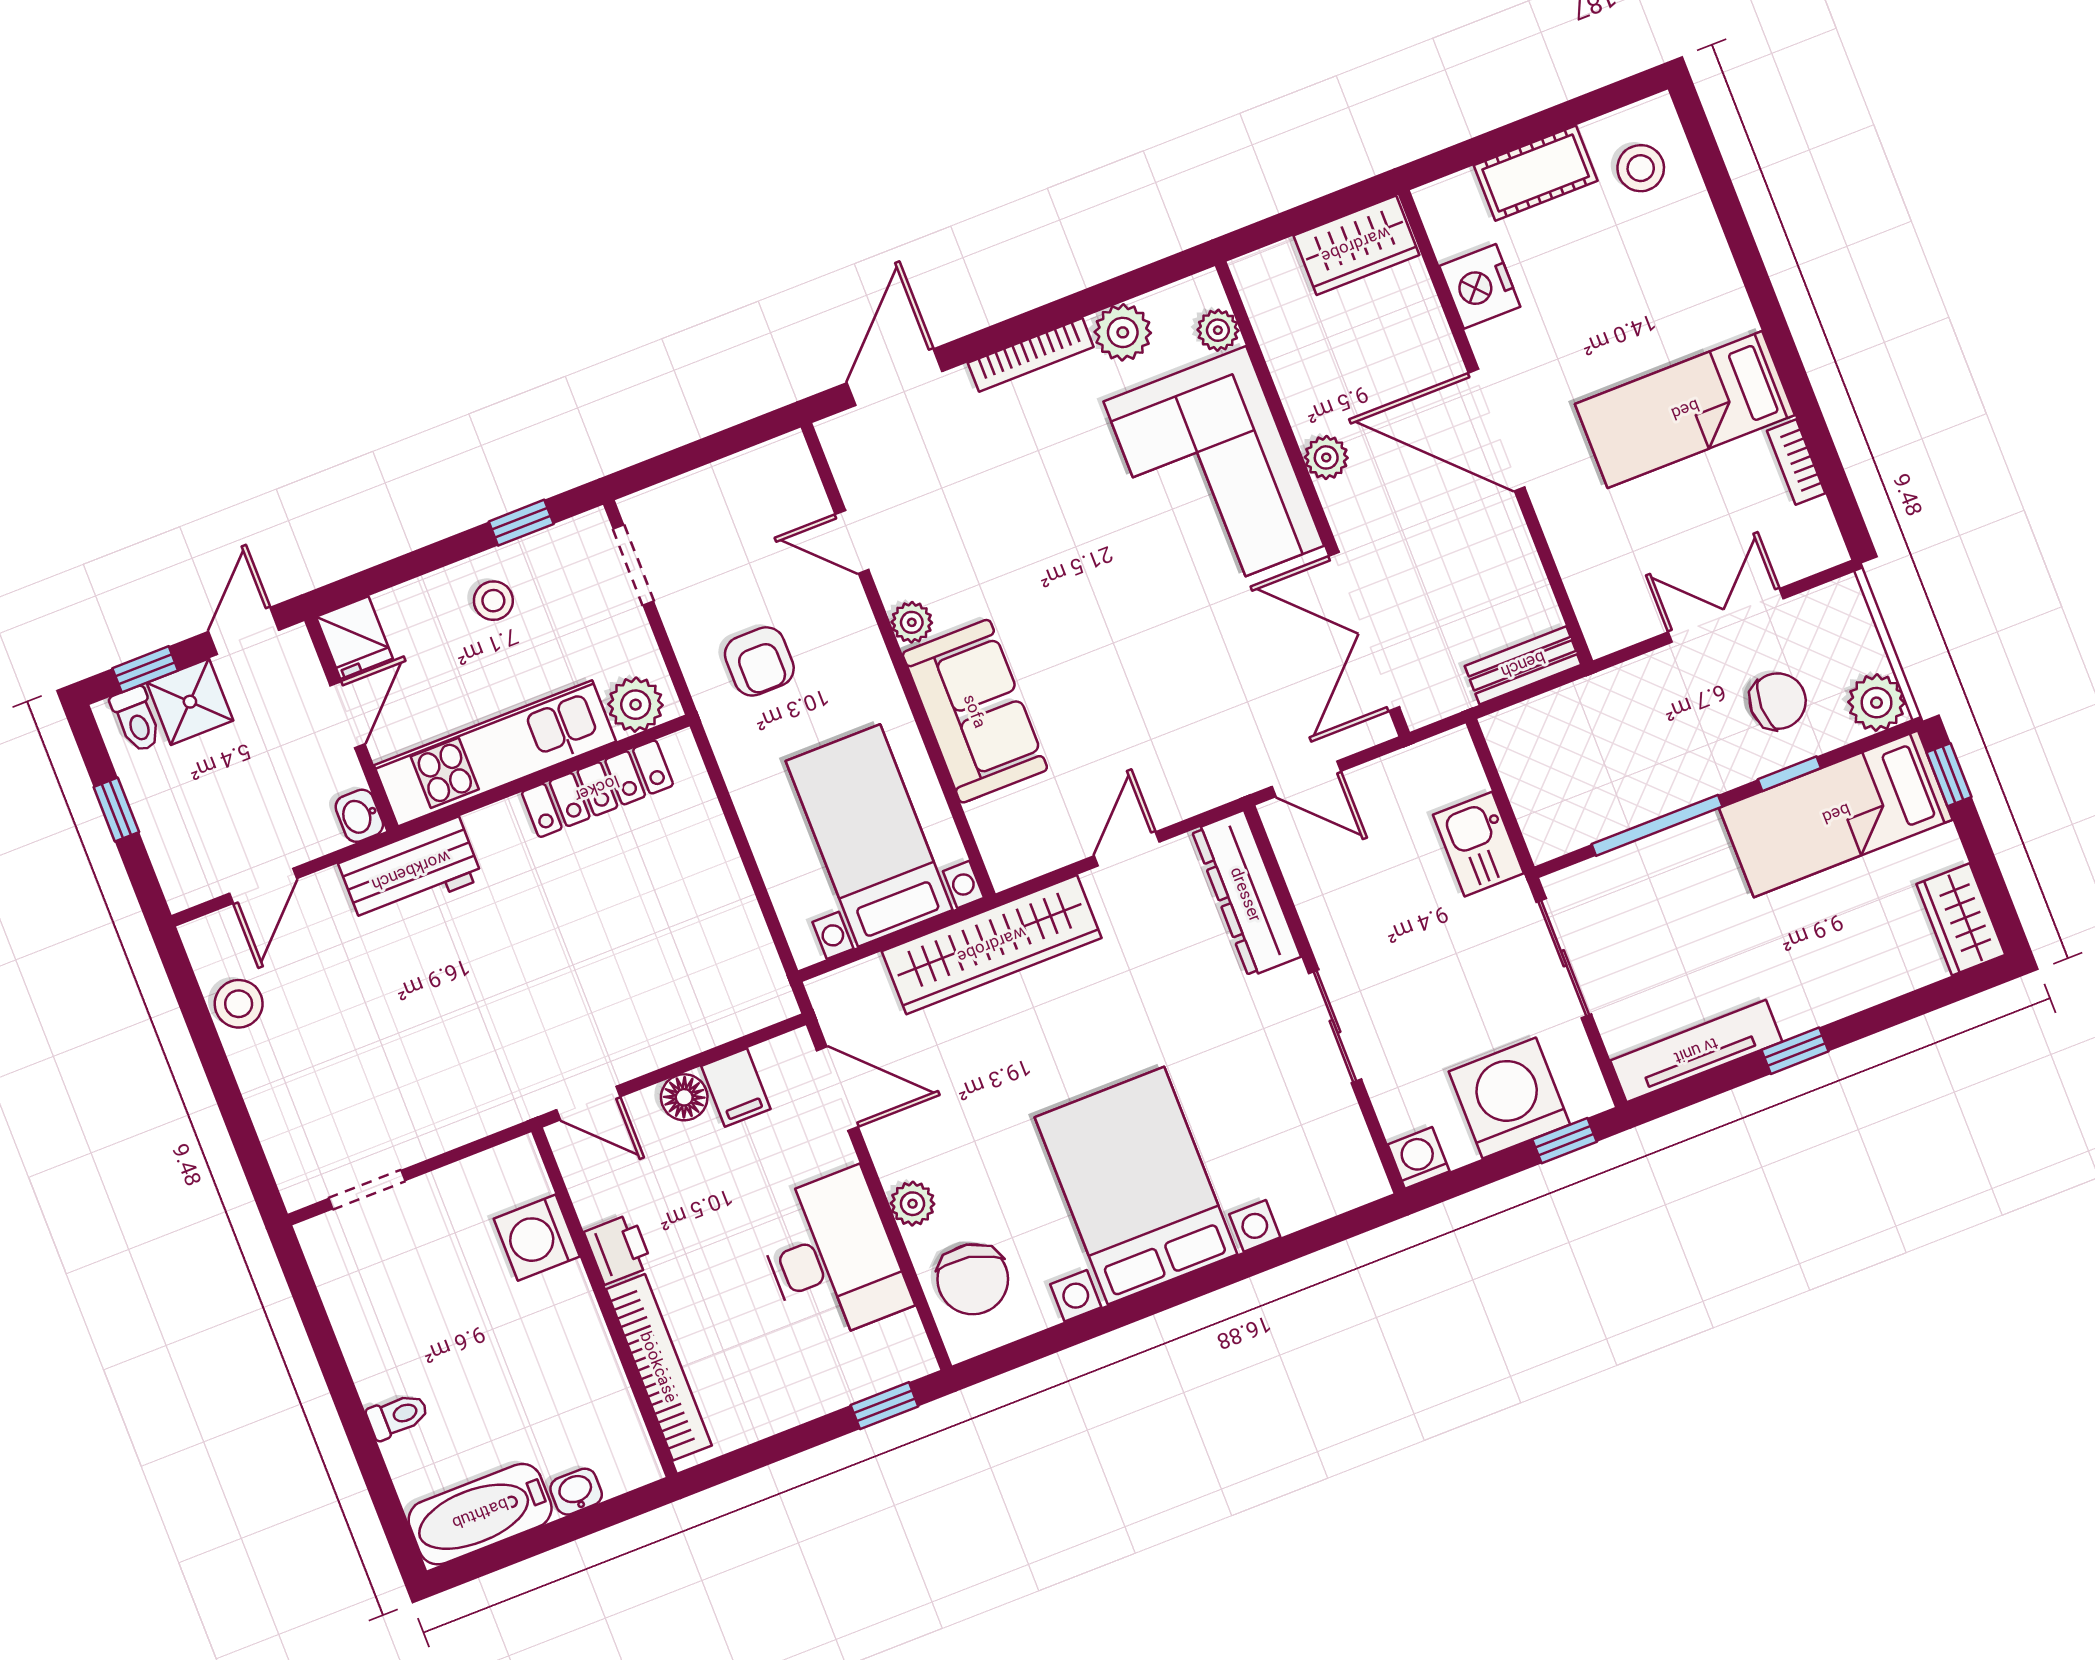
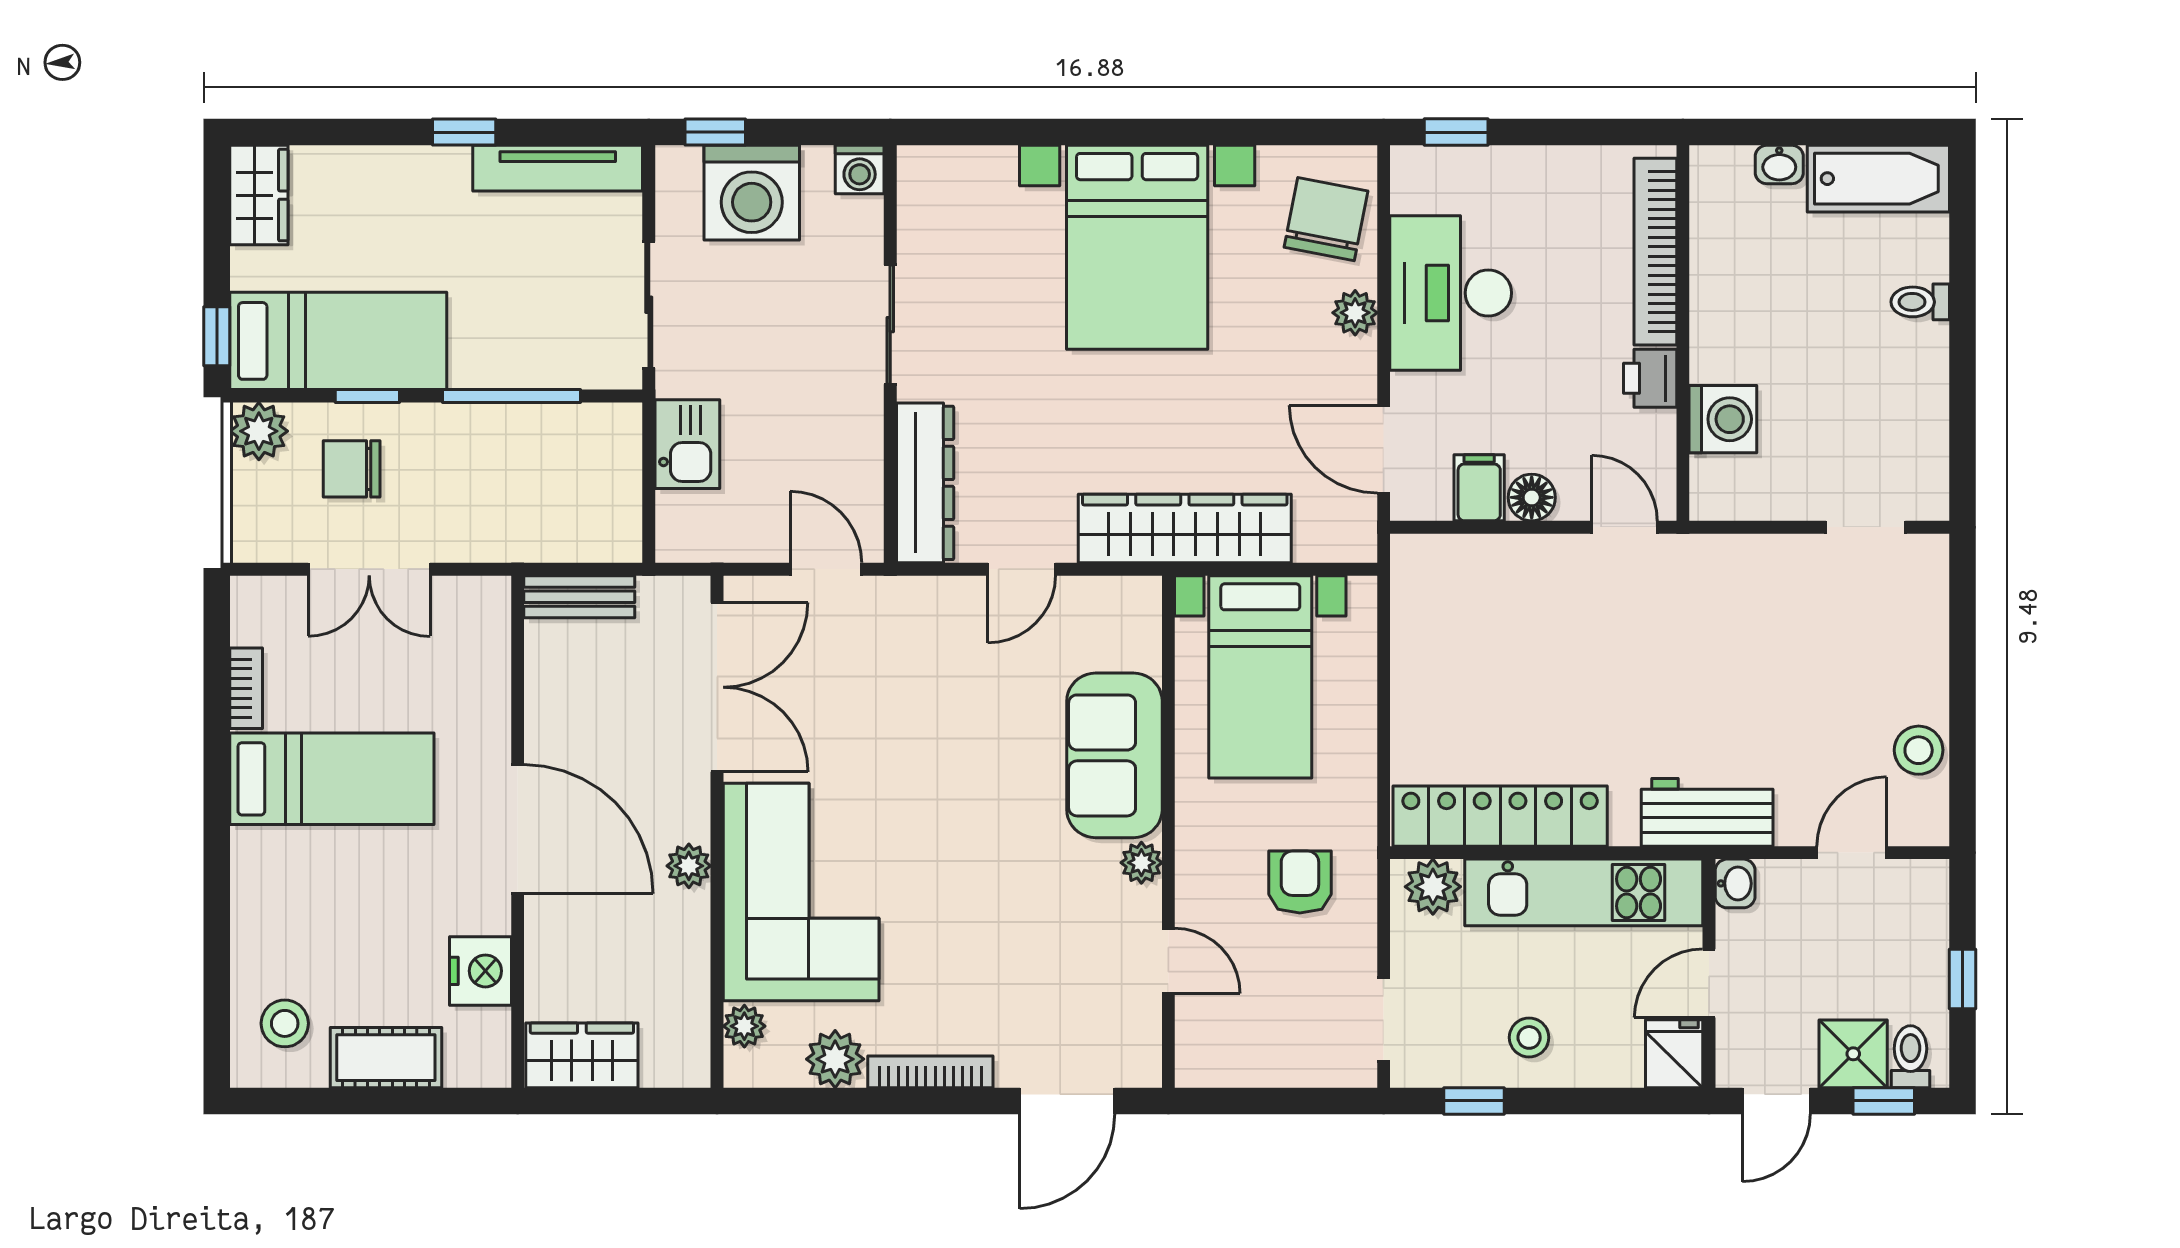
locker: (597, 789) -> (1500, 816), width x1.41, depth x1.21

